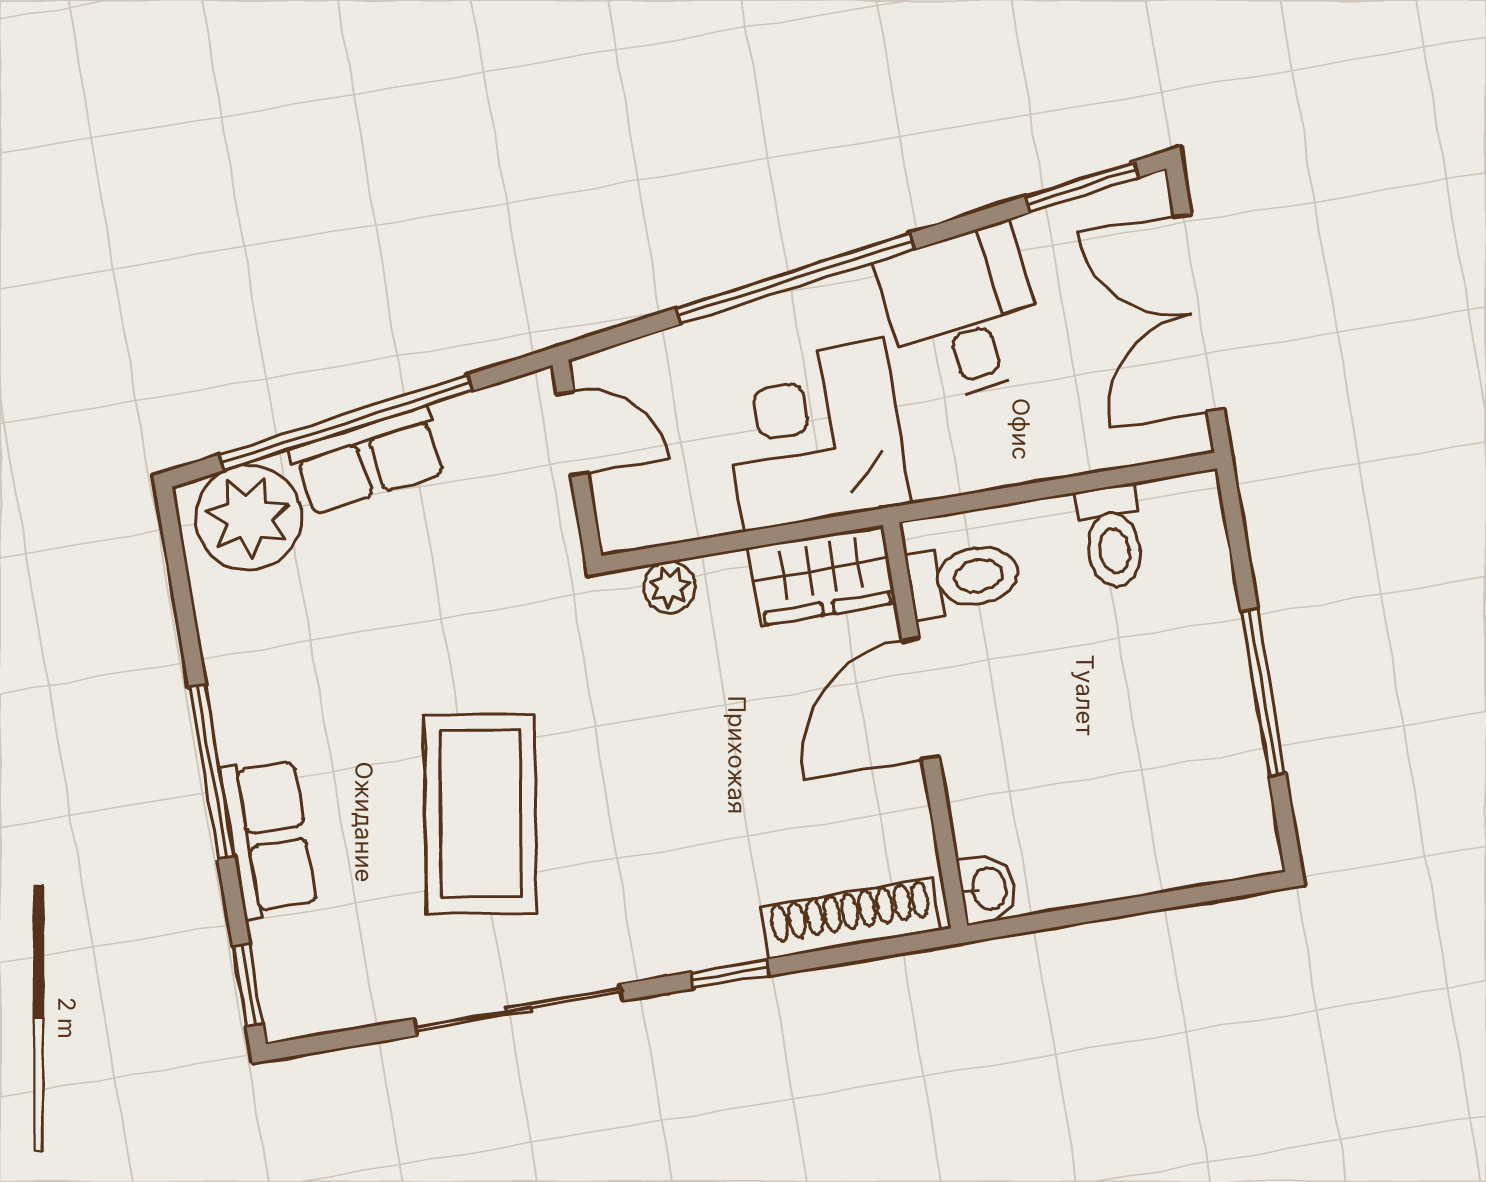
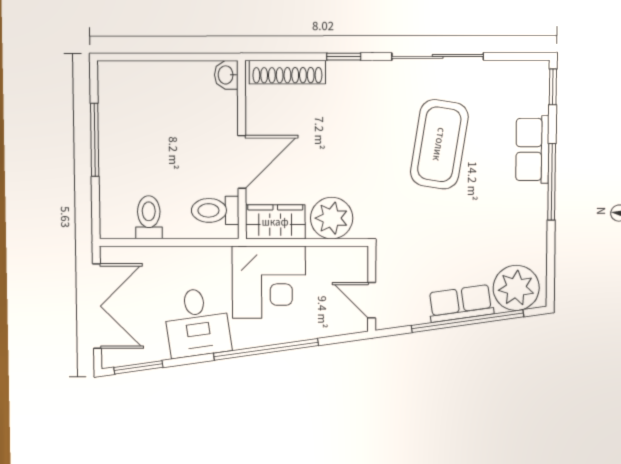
plant: (670, 587) -> (332, 218), width x1.88, depth x1.88

